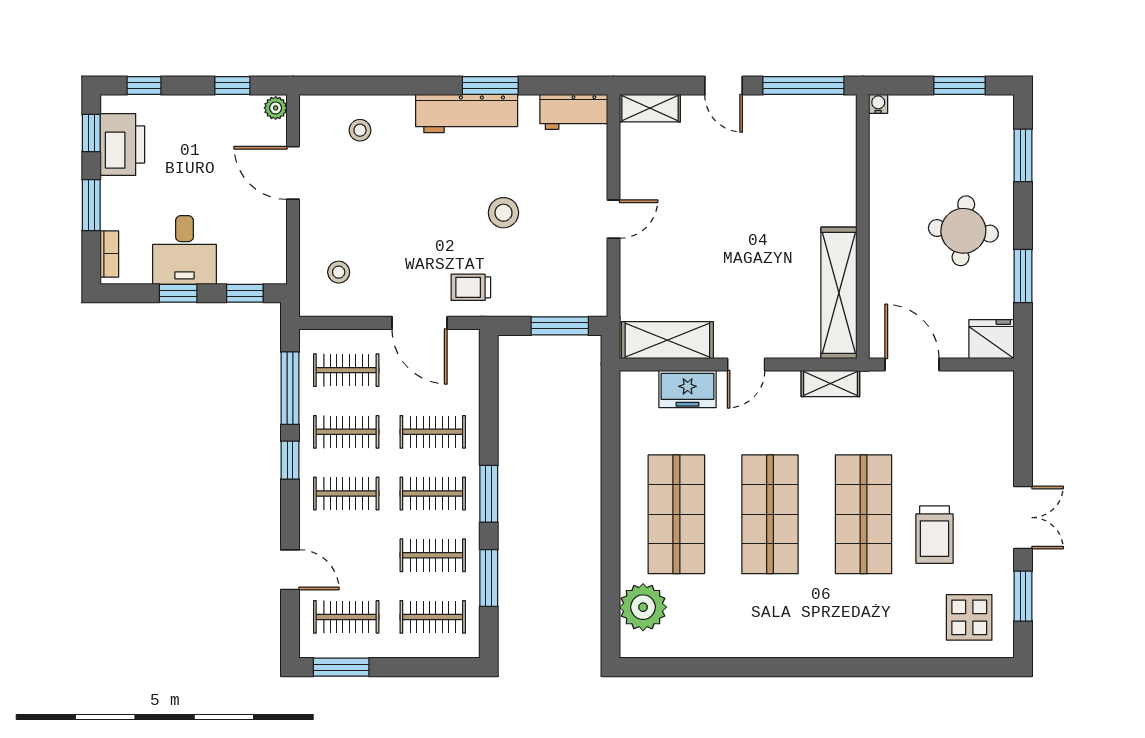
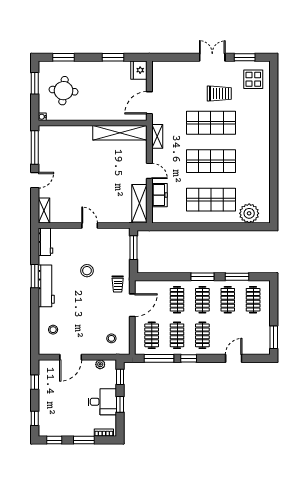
plant: (276, 108) -> (100, 364), moved
printer: (122, 145) -> (59, 427), removed
round table: (963, 231) -> (64, 91), moved
clothes rail: (346, 617) -> (253, 335), removed

